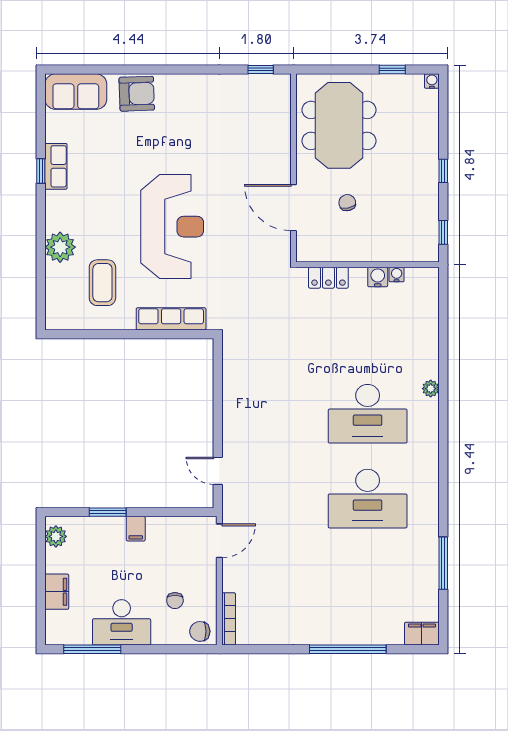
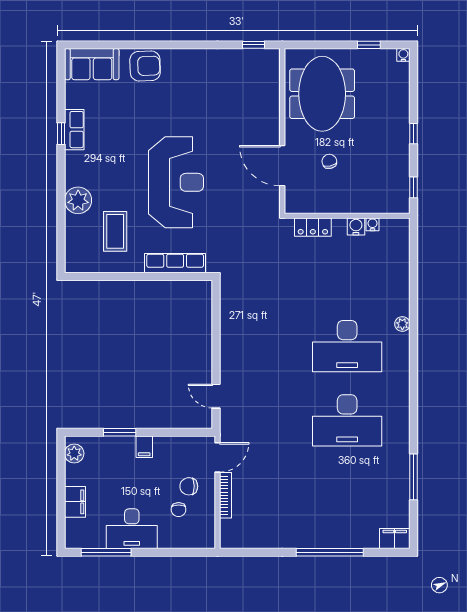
bookcase: (229, 619) -> (225, 495), moved
chair: (200, 631) -> (189, 486), moved

